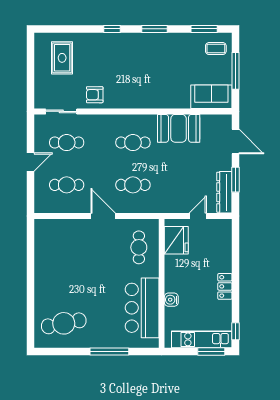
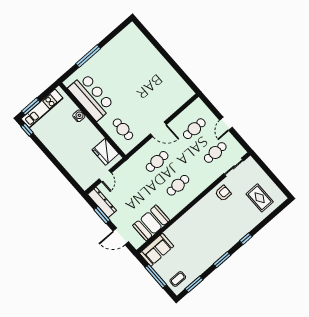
booth: (179, 128) -> (151, 223), moved
locker: (225, 286) -> (55, 150), removed
cafe table: (64, 323) -> (128, 49), removed

